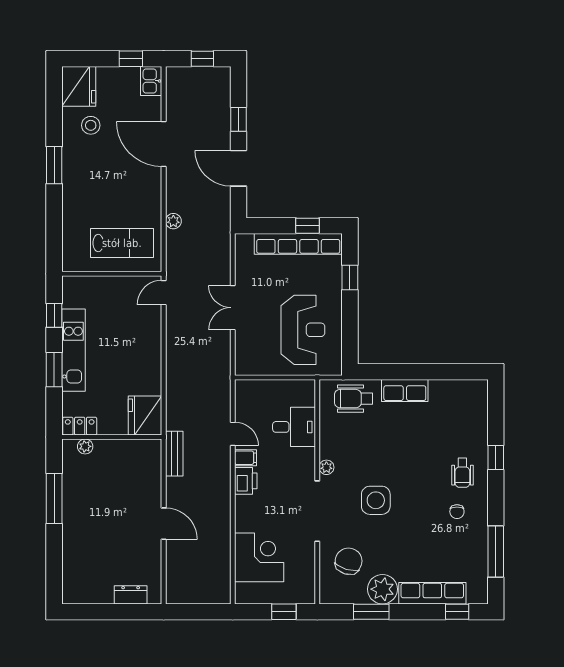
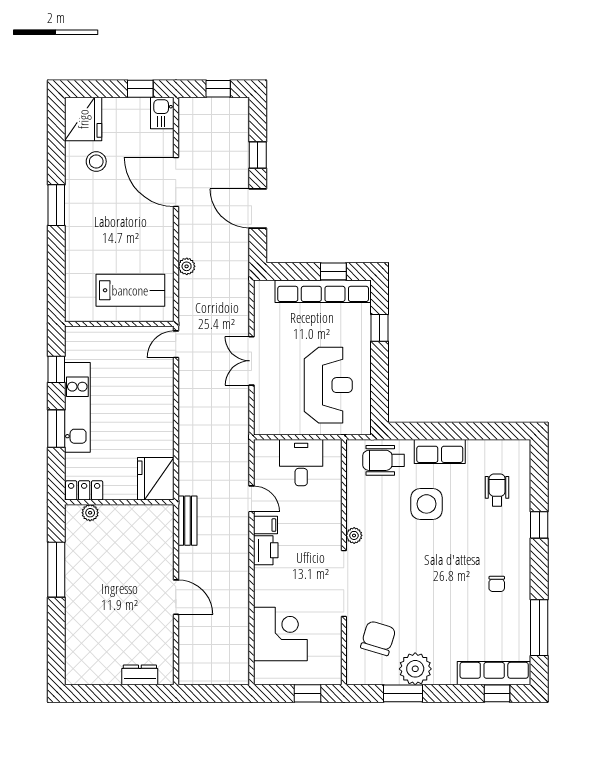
desk: (294, 427) -> (301, 463), moved, turned -90
wheelchair: (462, 473) -> (497, 490), moved, turned 180
side table: (376, 500) -> (426, 504), moved
row of seats: (432, 593) -> (494, 673), moved

